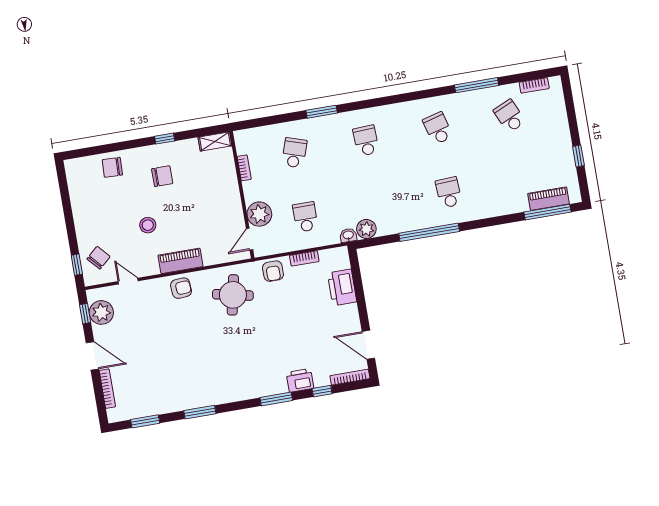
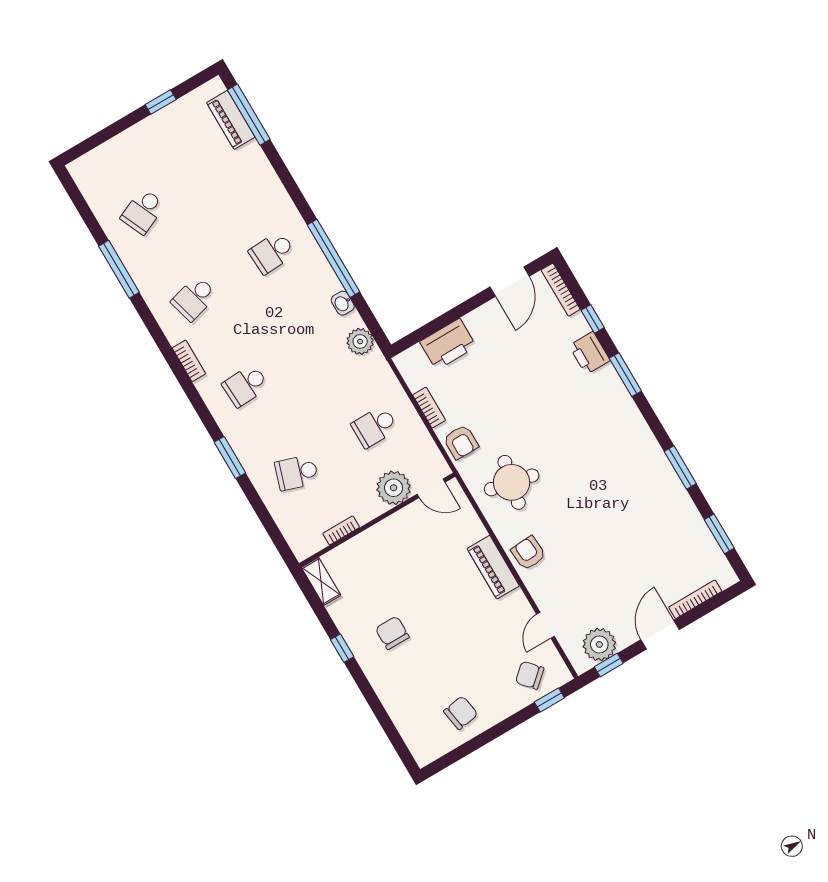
bookcase: (534, 85) -> (189, 361), moved
chair: (112, 167) -> (461, 713), moved, turned -101
stool: (148, 225) -> (463, 627), removed
washbasin: (348, 235) -> (343, 303), moved
armchair: (273, 271) -> (461, 442), turned 90

